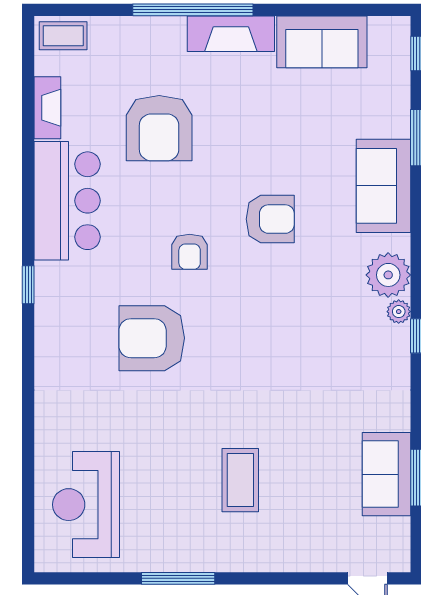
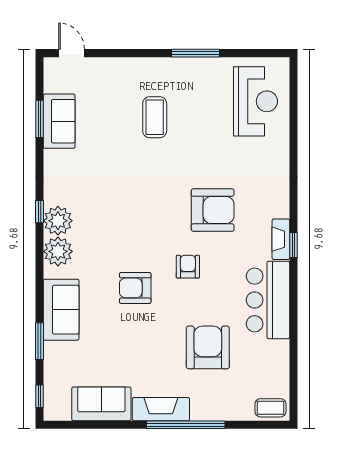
fireplace: (47, 108) -> (281, 239), moved
plant: (399, 312) -> (58, 221), width x1.88, depth x1.88

